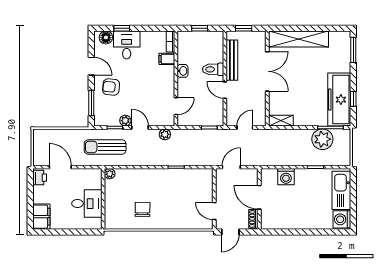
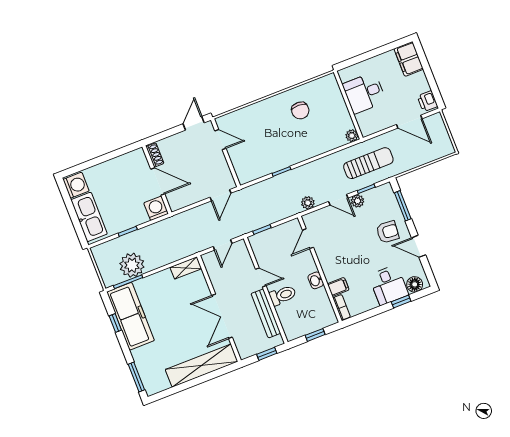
door: (259, 197) -> (158, 181), moved
wall: (259, 199) -> (157, 180), moved
shoe rack: (253, 219) -> (155, 155), moved

